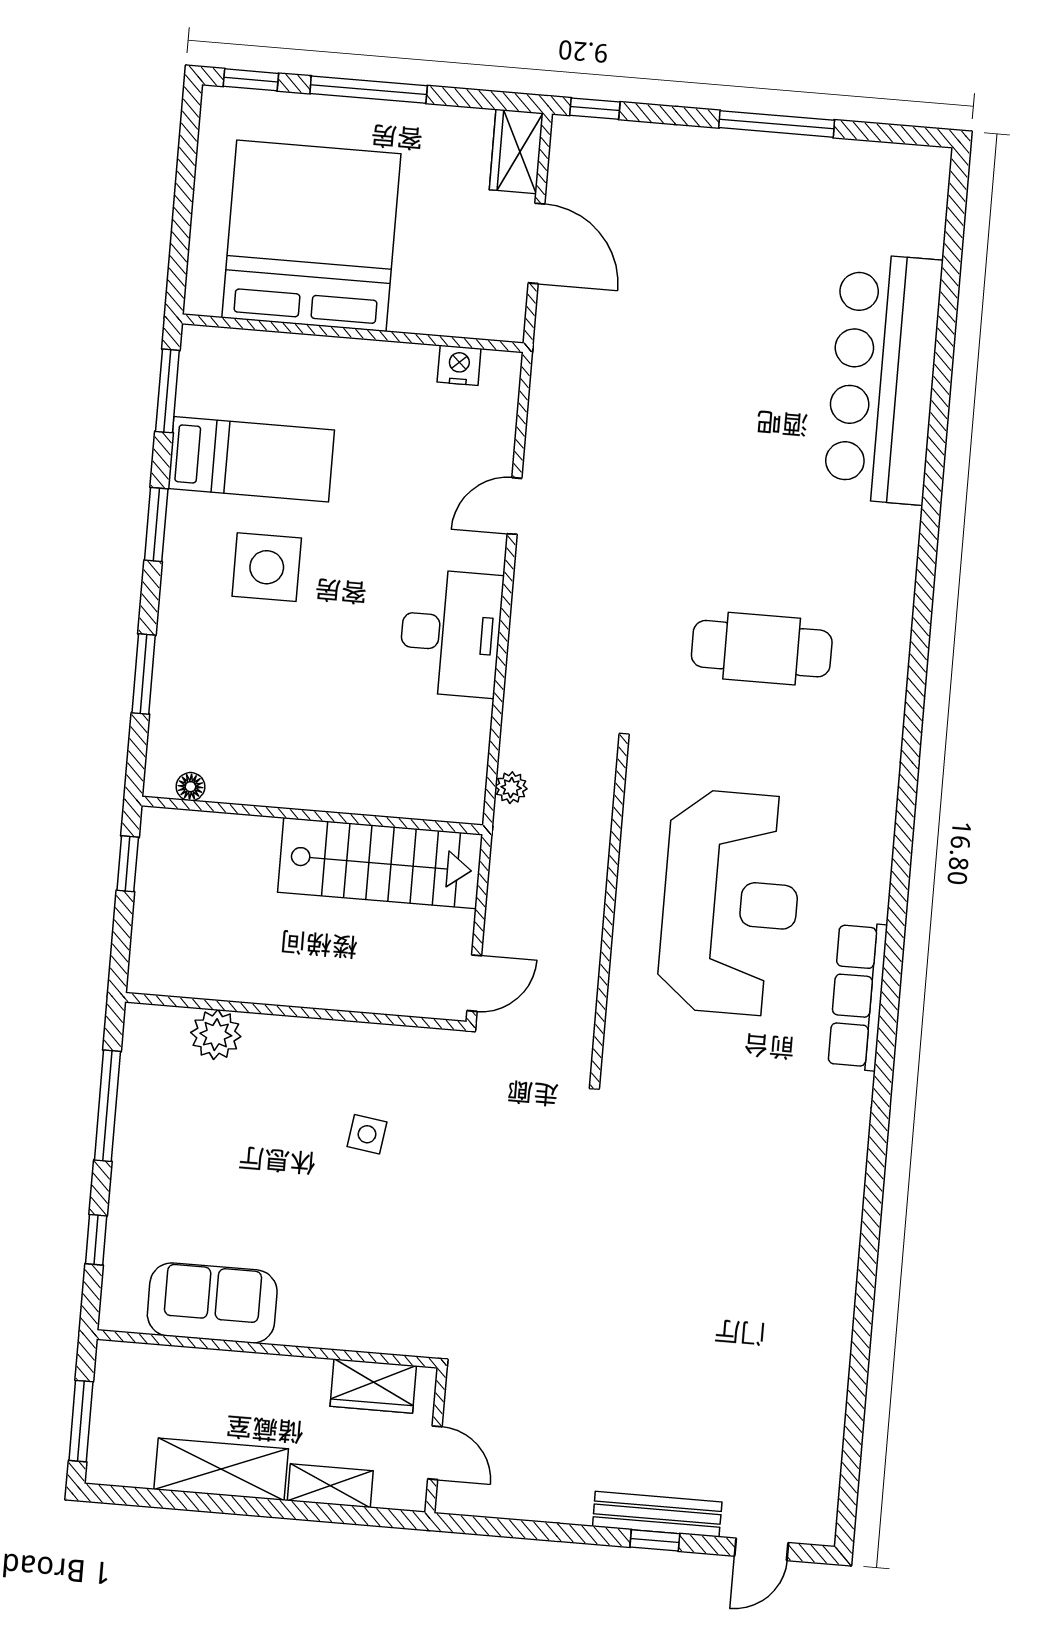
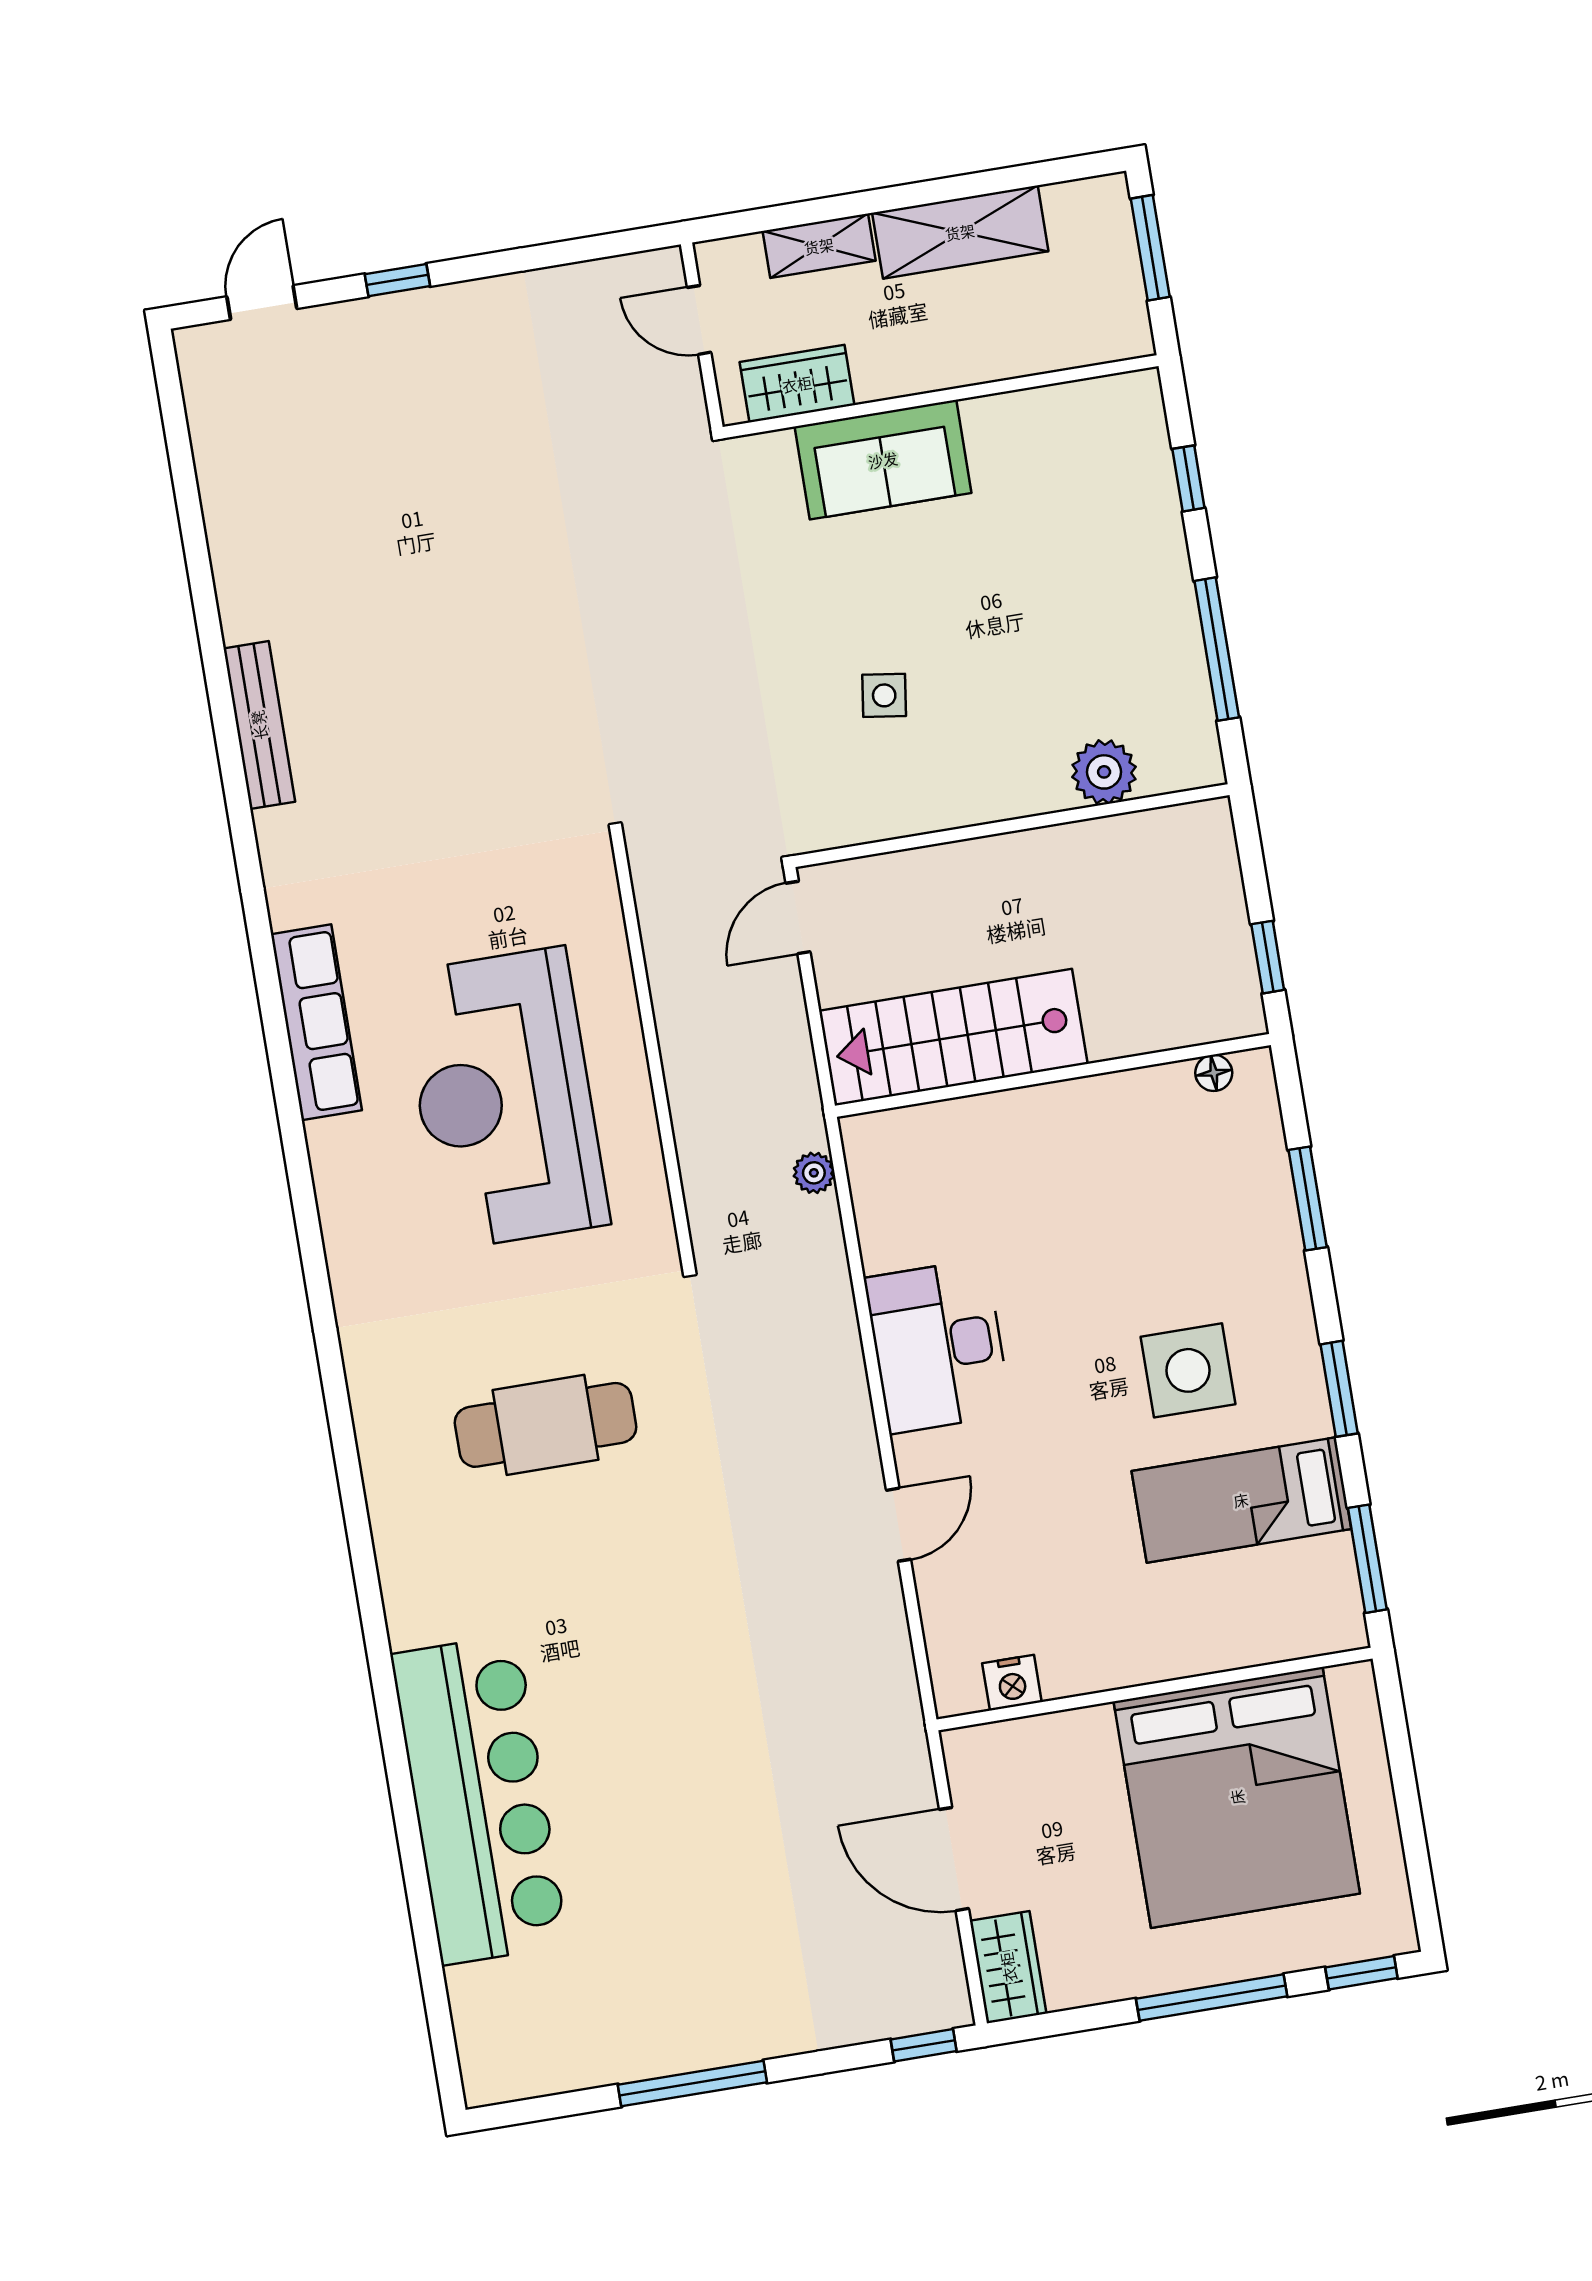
sofa: (212, 1303) -> (883, 460), moved
bench: (657, 1514) -> (259, 725), moved, turned 90

